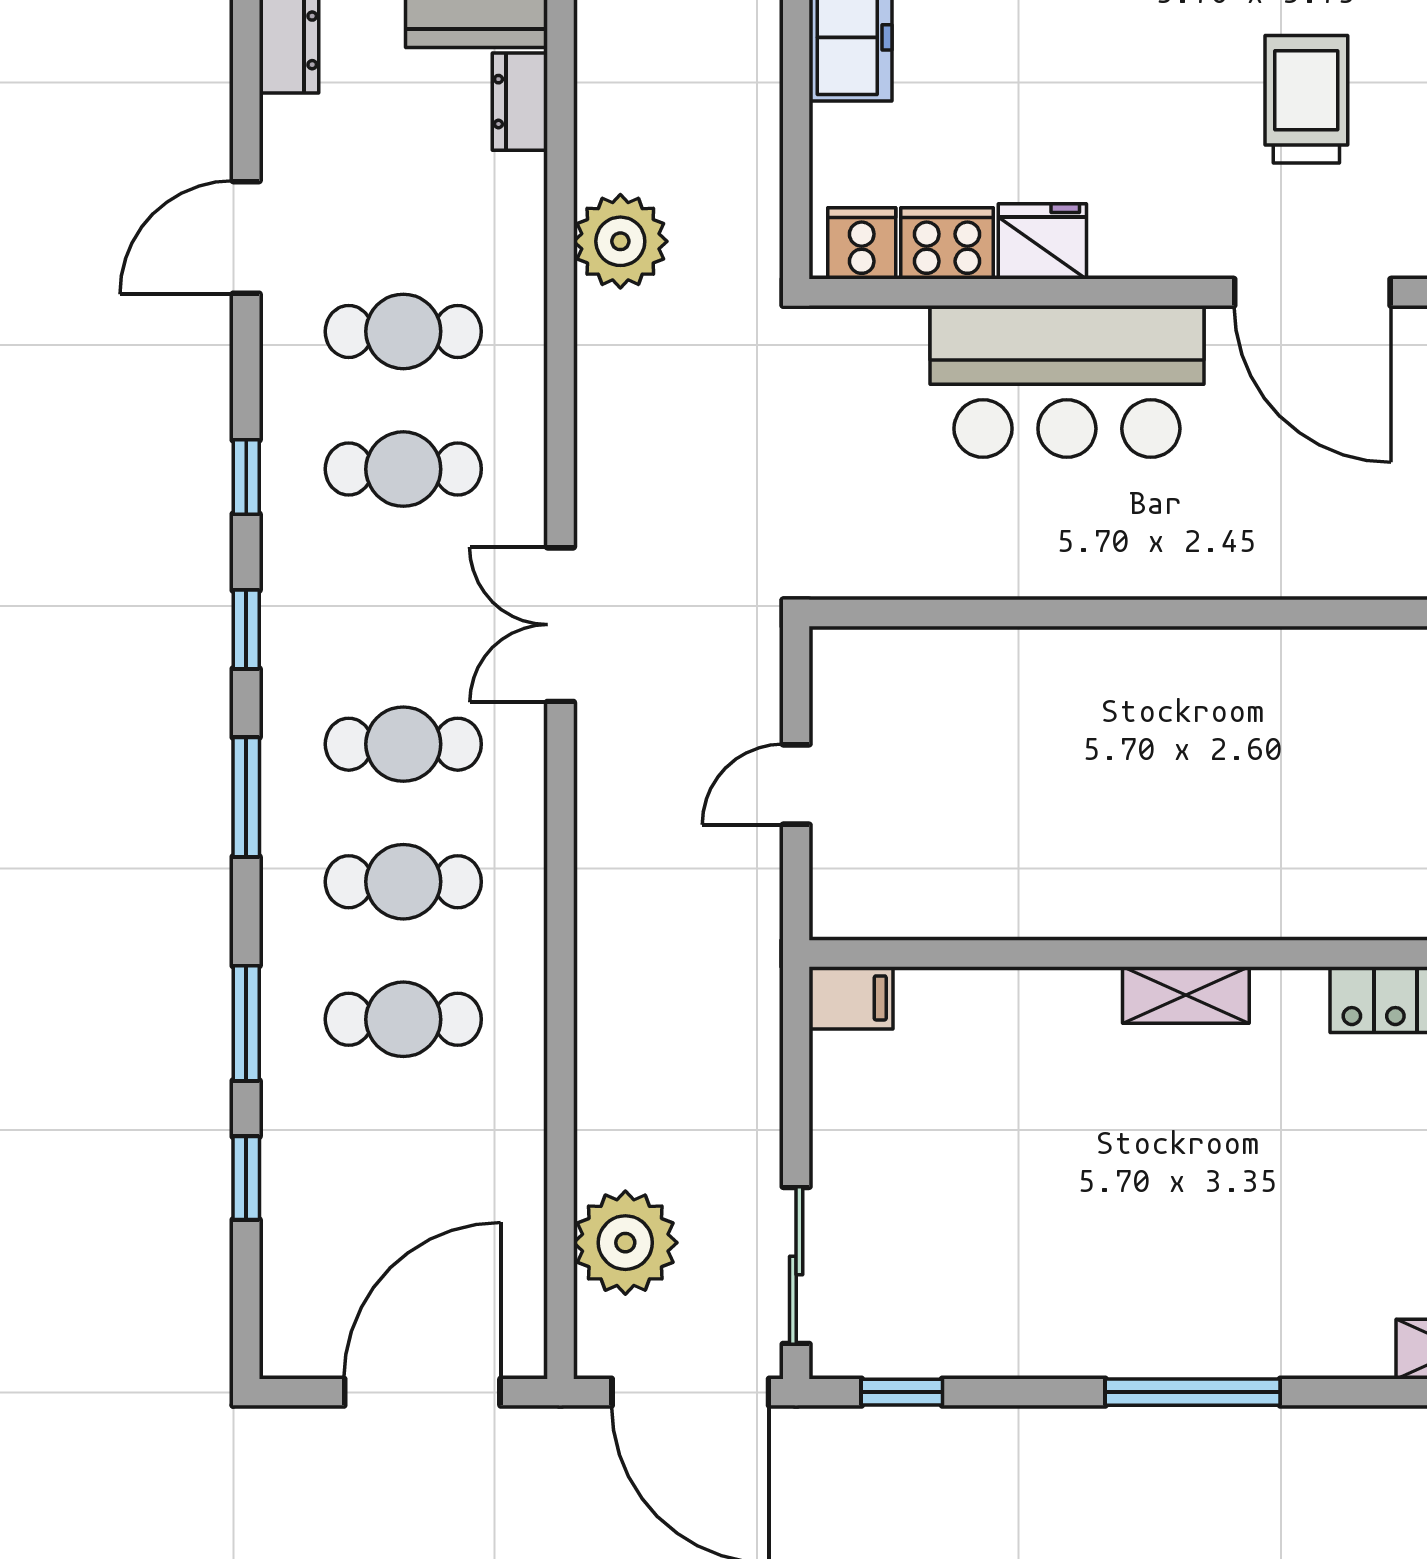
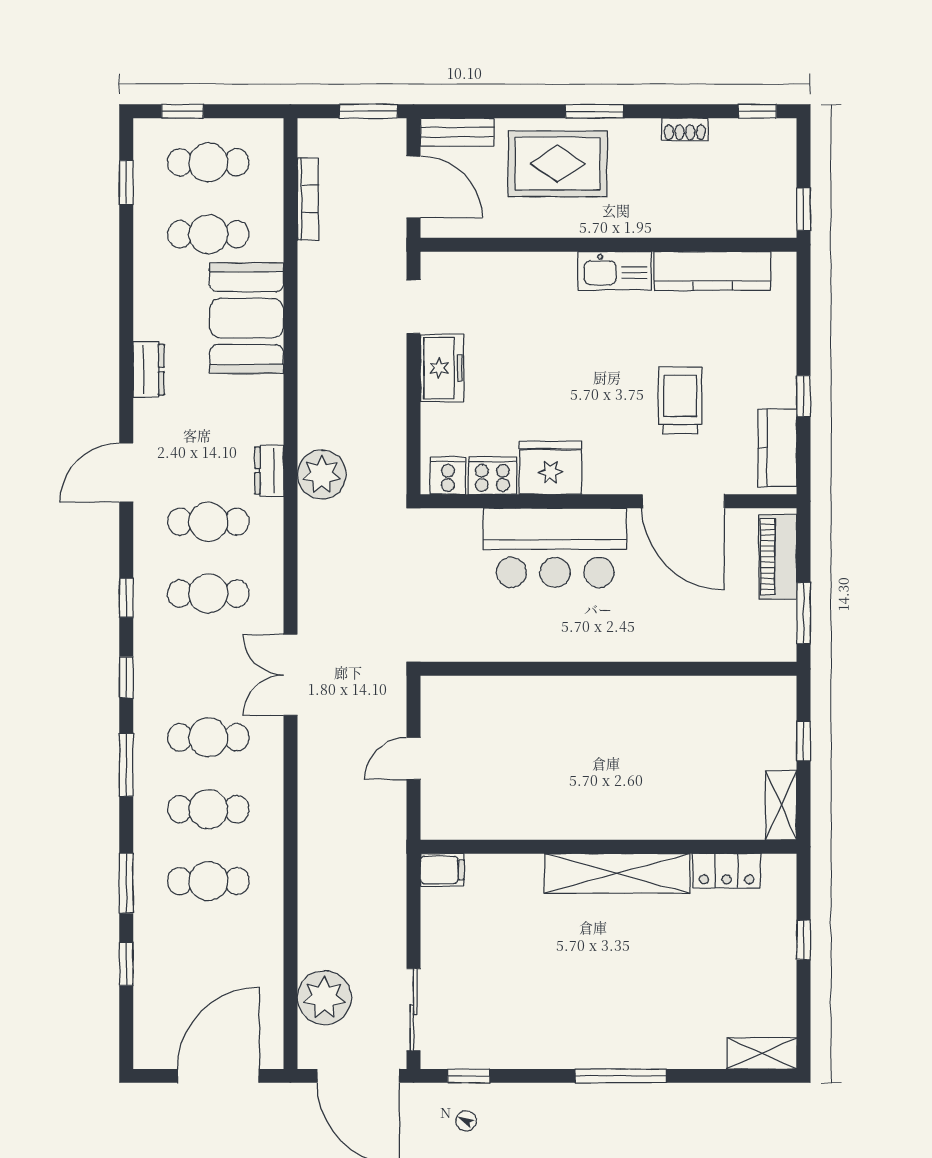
dresser: (520, 102) -> (269, 471), moved
fridge: (1042, 241) -> (551, 468), width x1.36, depth x1.34
shelving: (1186, 995) -> (617, 873), width x2.20, depth x1.33

